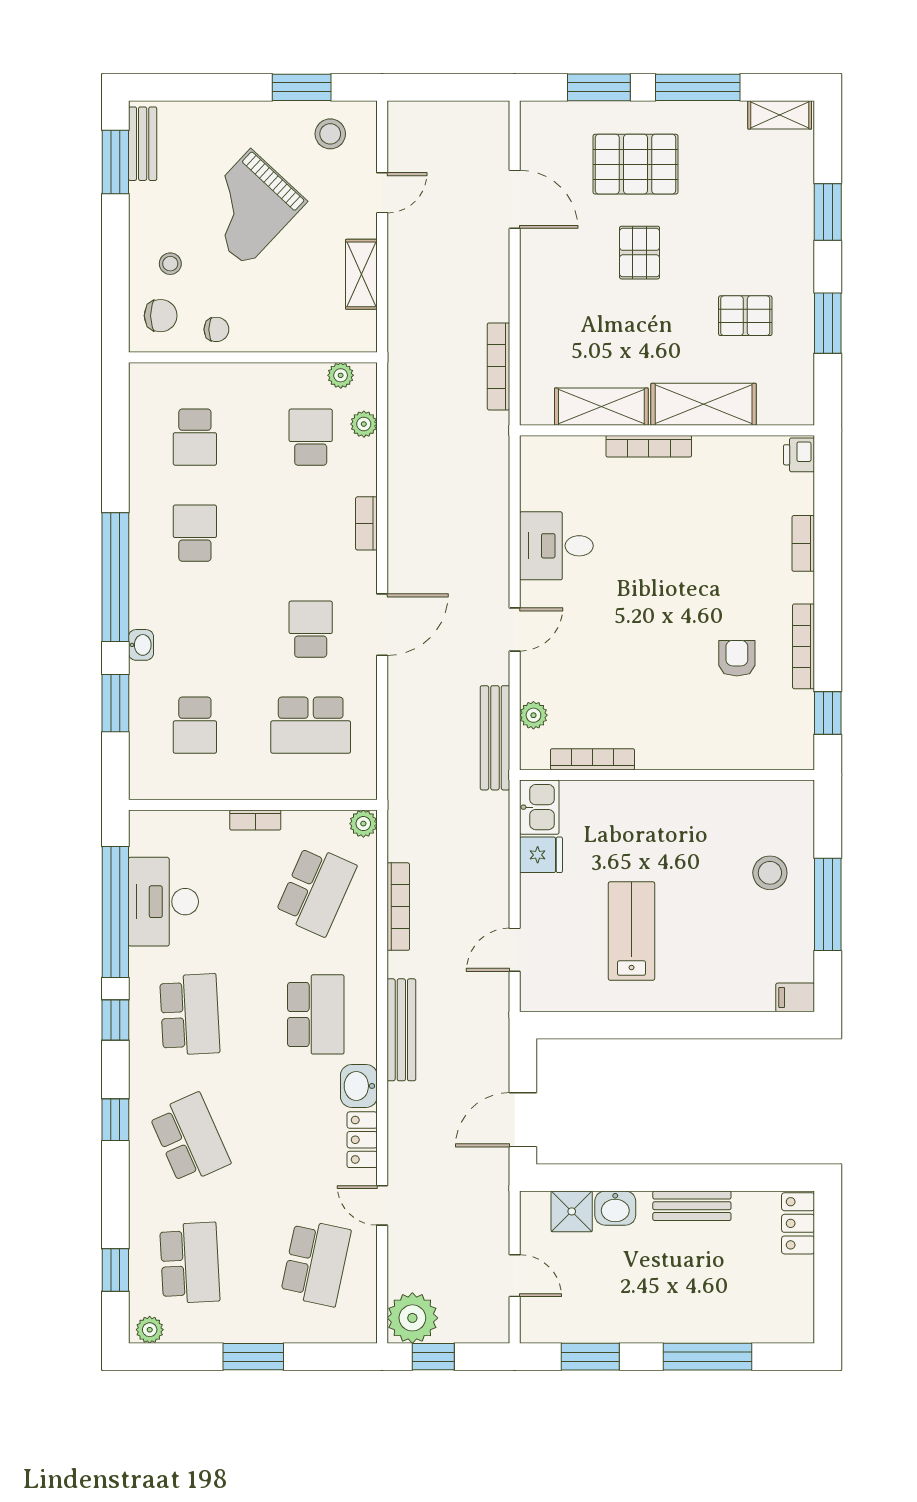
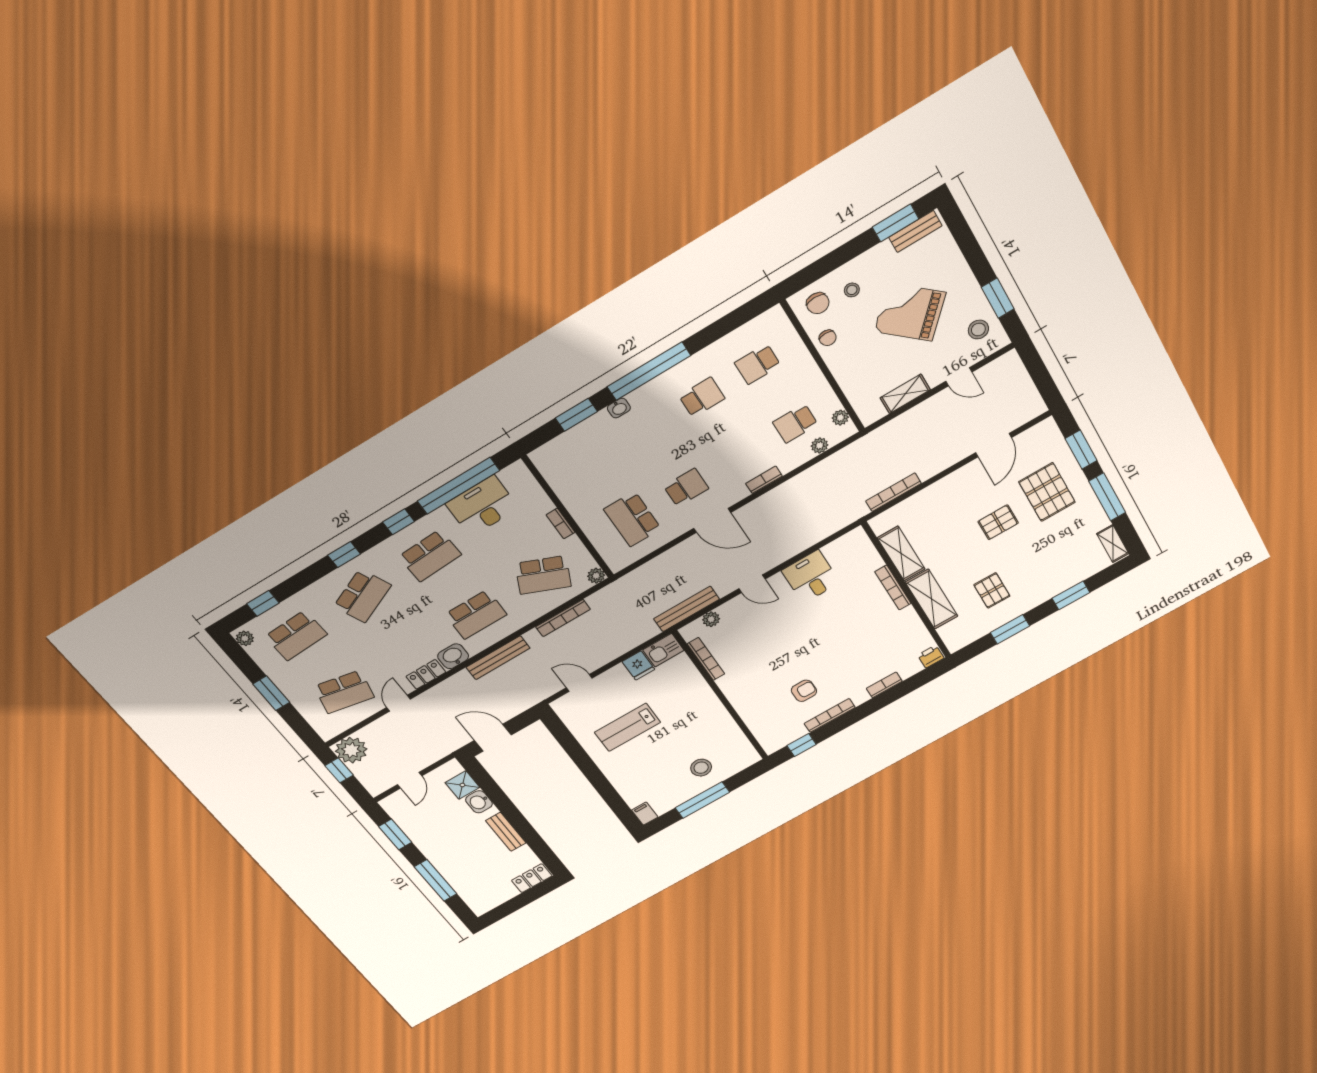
school desk: (311, 437) -> (795, 423), turned 180
school desk: (195, 725) -> (592, 463), removed
lab bench: (631, 931) -> (627, 727), turned 180

